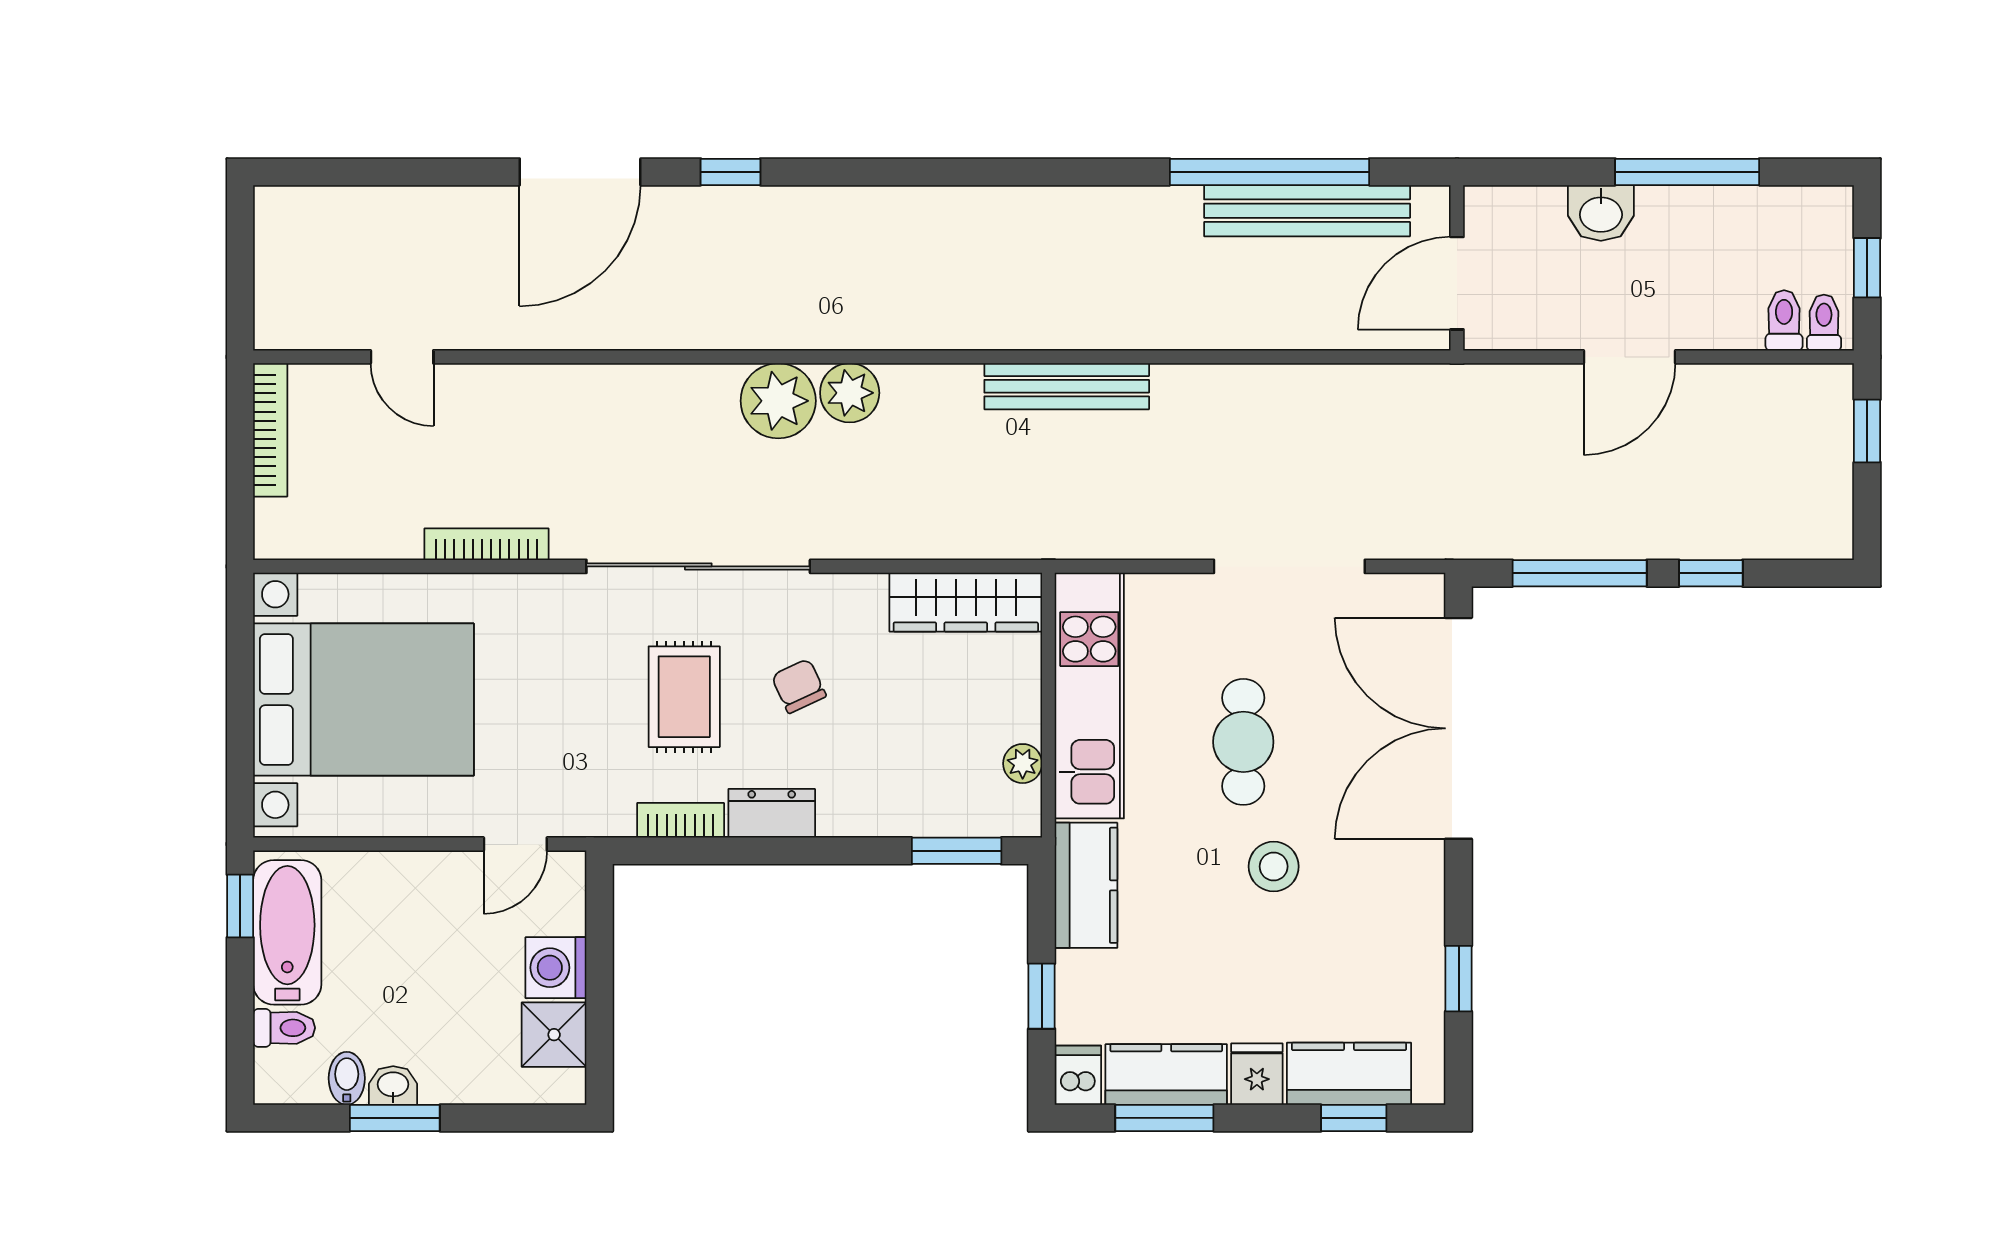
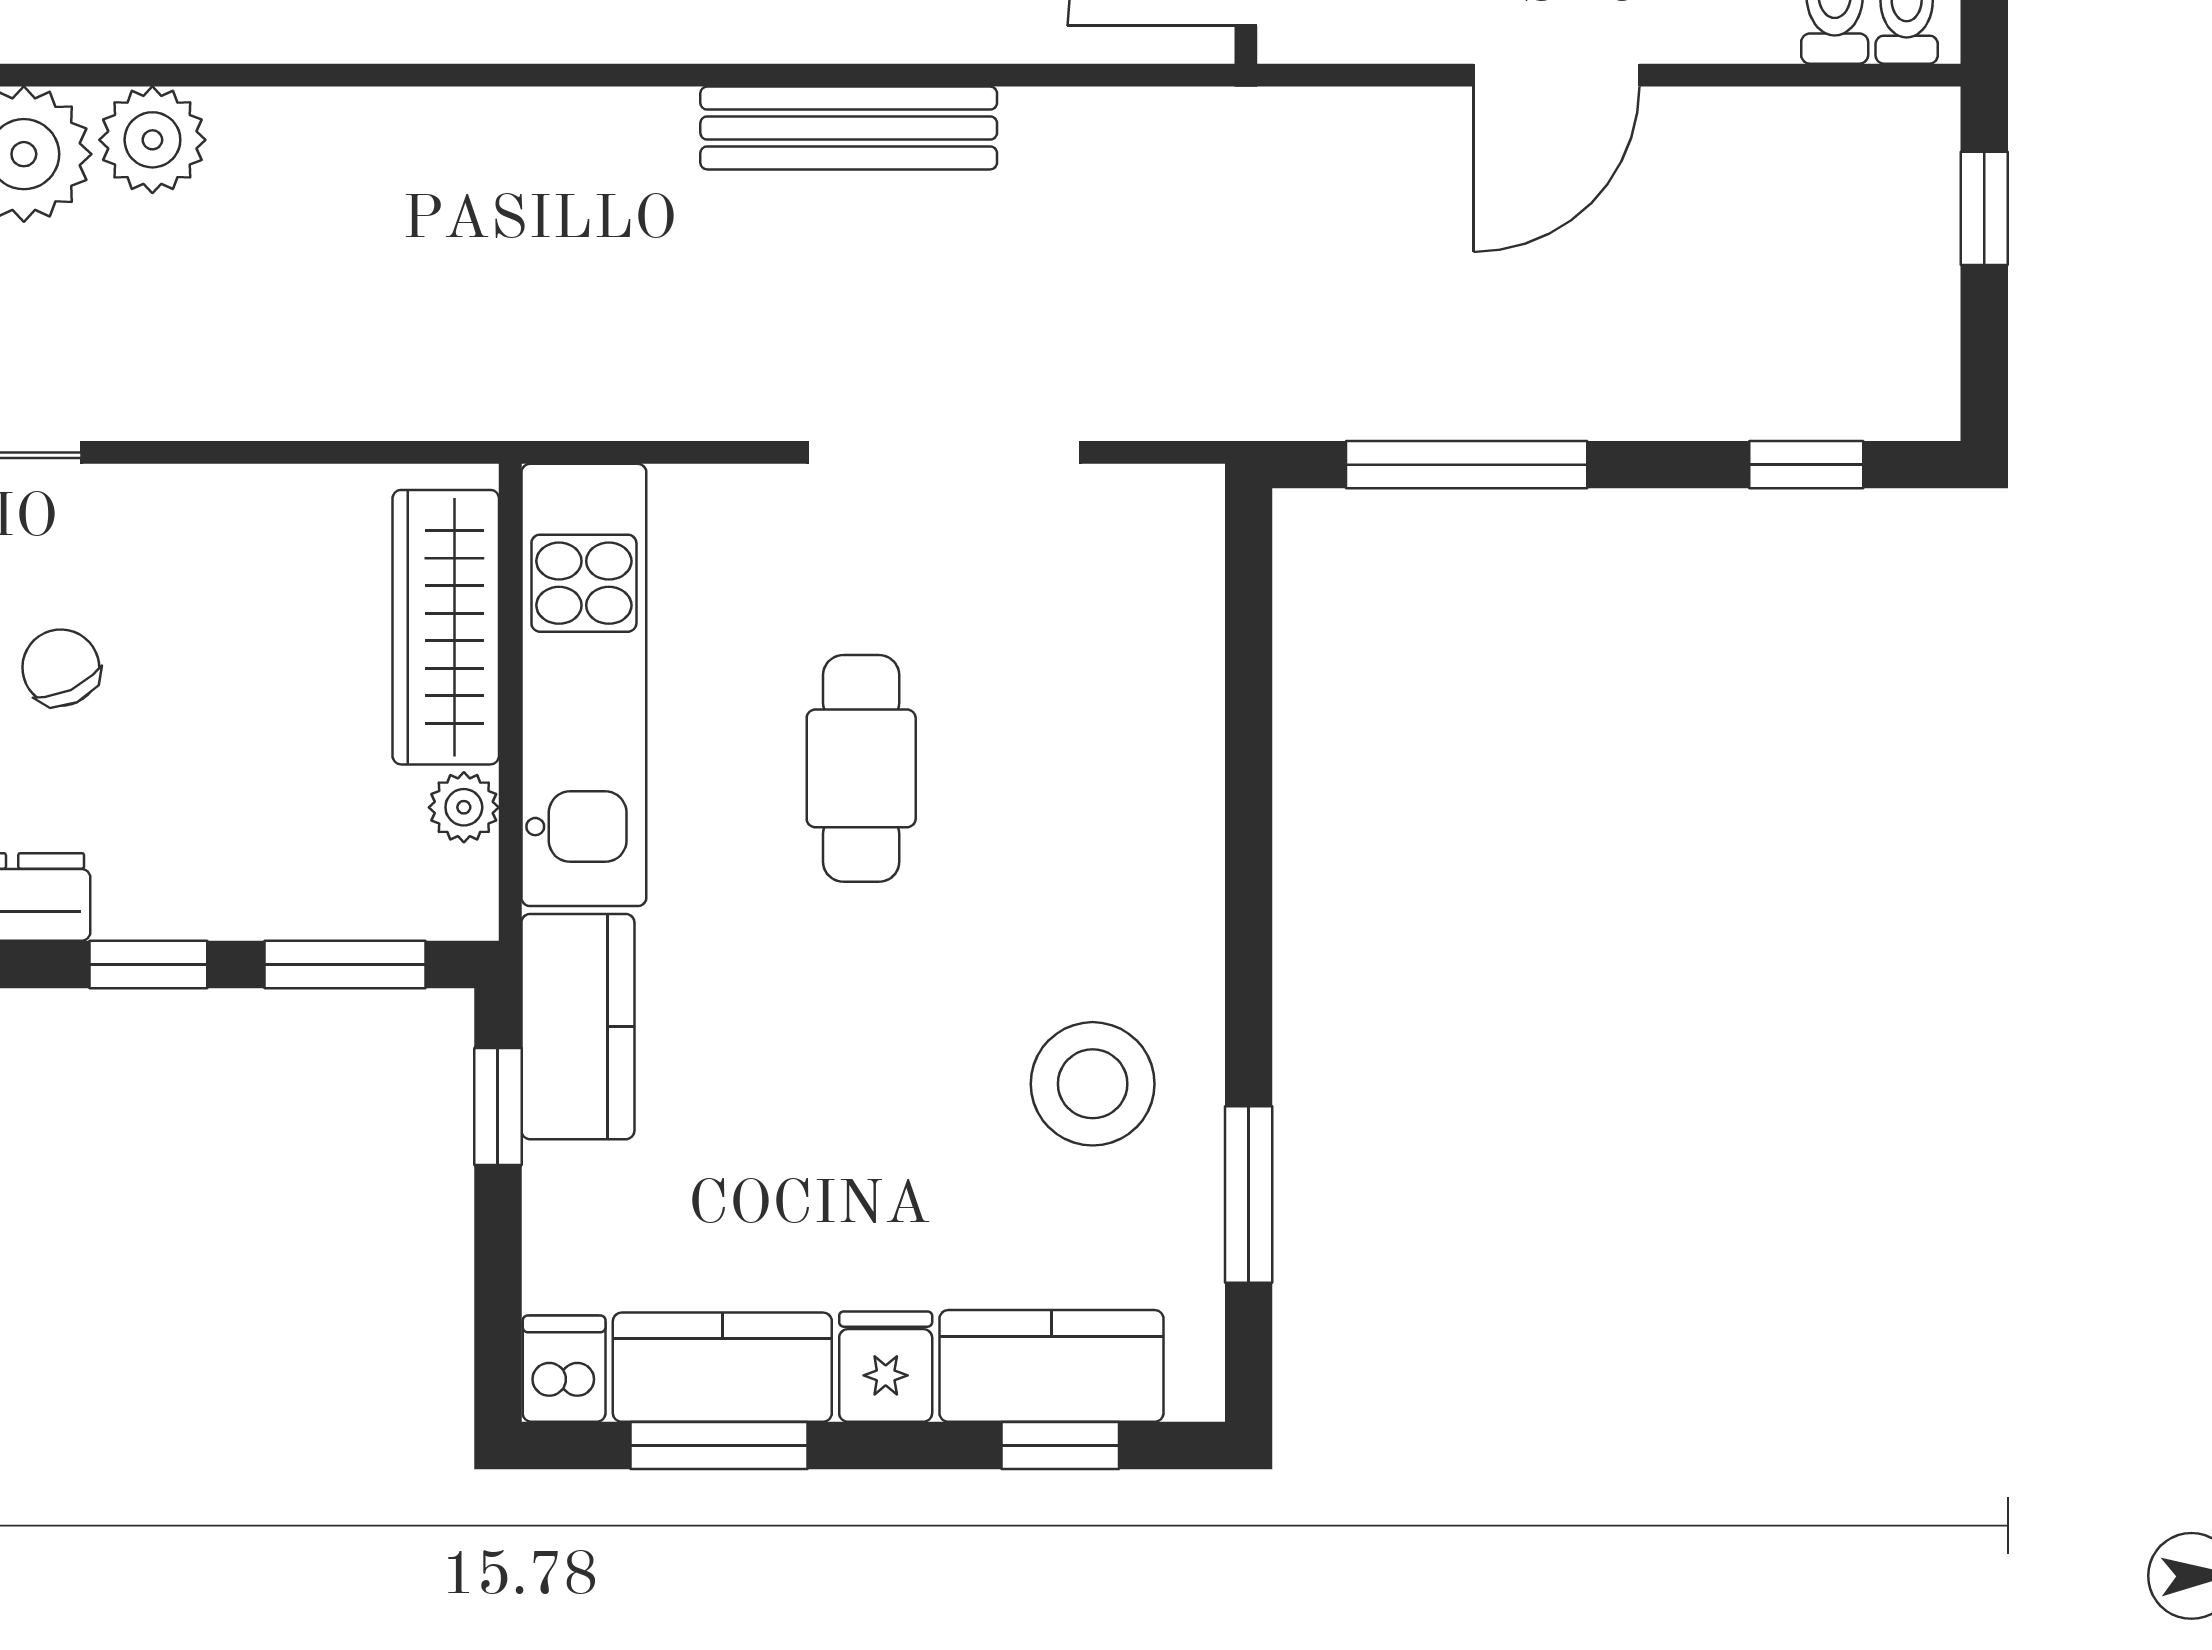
bench: (1067, 386) -> (849, 128), moved
window: (1711, 573) -> (1806, 465), moved
wardrobe: (966, 602) -> (446, 627), moved, turned 90
double door: (1459, 728) -> (1249, 744), removed
window: (847, 851) -> (148, 964), added
stool: (1274, 866) -> (1093, 1084), moved, width x1.38, depth x1.38
window: (1459, 979) -> (1249, 1195), width x1.50
window: (1042, 996) -> (498, 1106), moved

